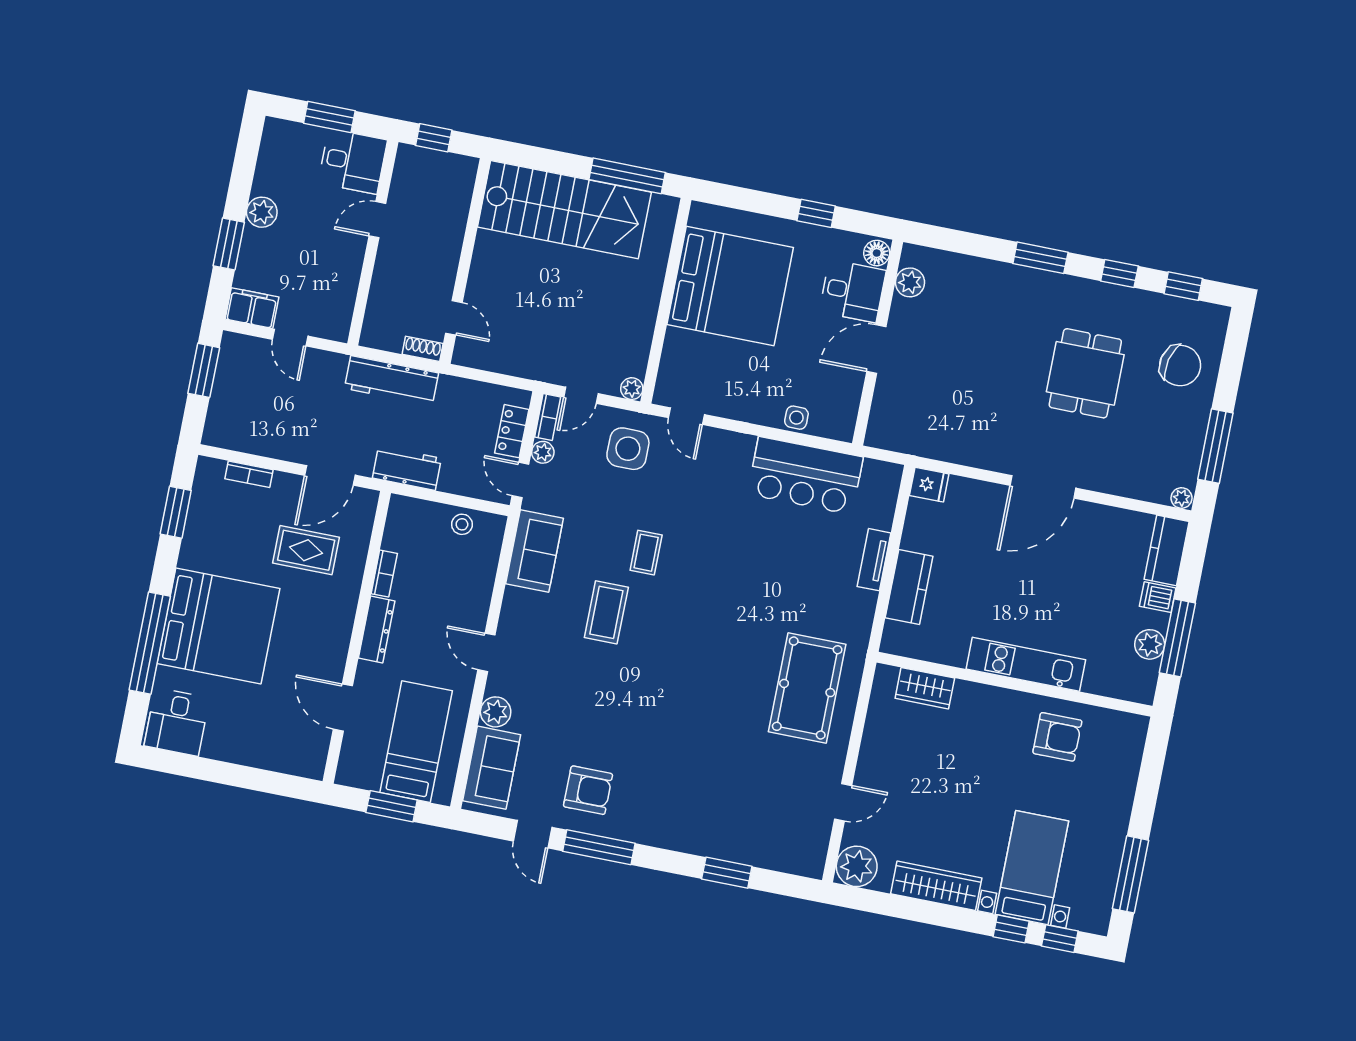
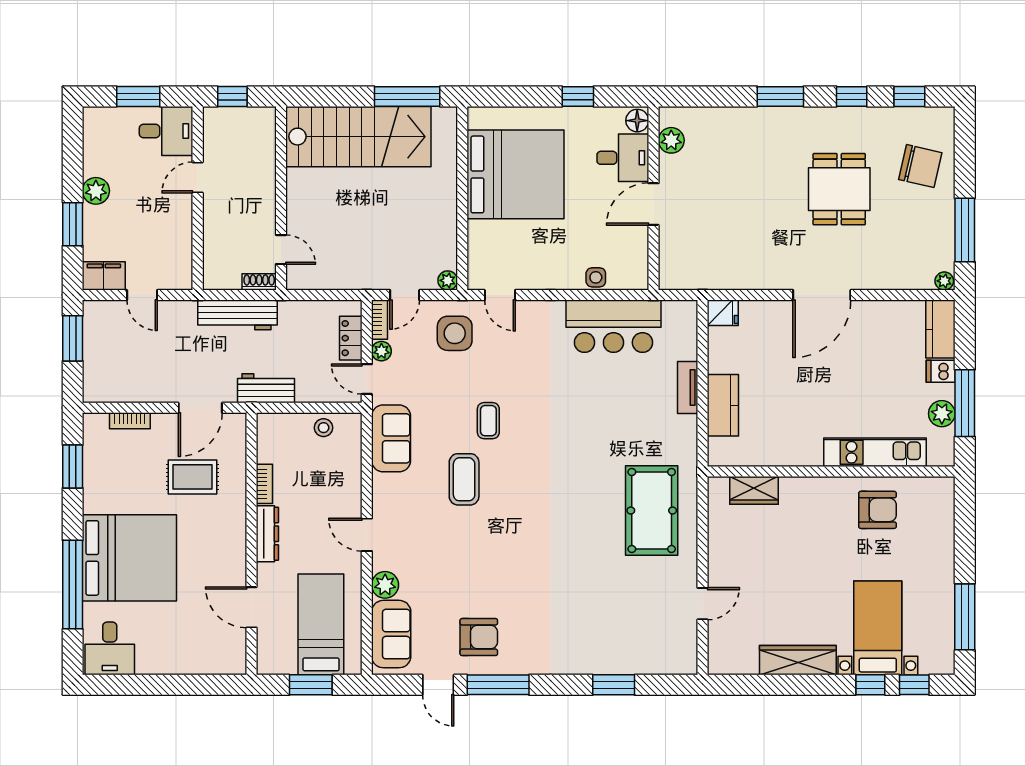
kitchen unit: (1026, 664) -> (875, 452), moved
plant: (857, 866) -> (725, 657), removed

